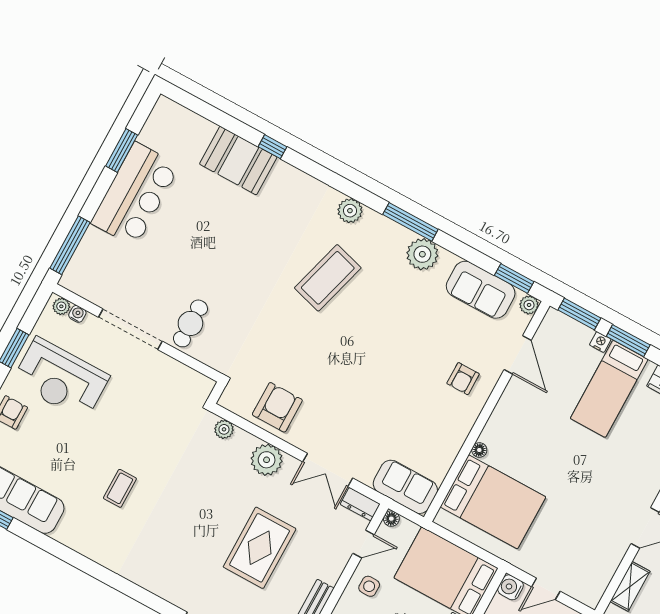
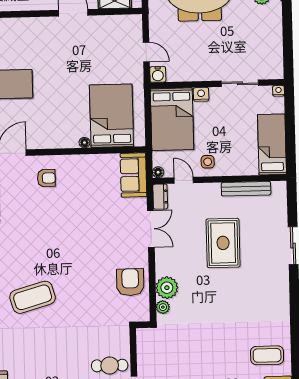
coffee table: (328, 278) -> (33, 297), turned -32
armchair: (277, 407) -> (130, 282), turned 90
plant: (267, 460) -> (167, 288), moved
coffee table: (120, 488) -> (267, 355), moved, width x1.36, depth x1.30
rug: (260, 548) -> (223, 243), turned 90

